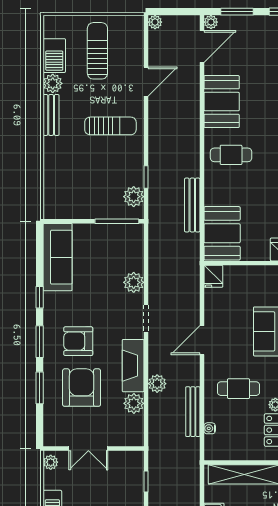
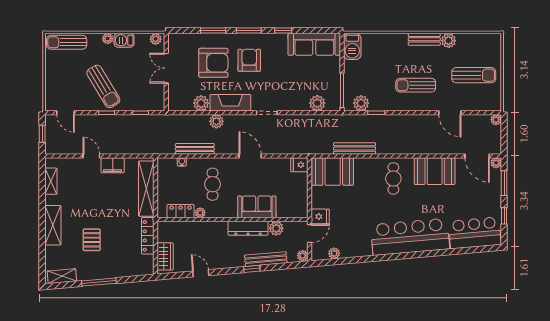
barbecue: (54, 56) -> (352, 47), moved, turned -90
sun lounger: (110, 126) -> (416, 85), turned 90
plant: (134, 282) -> (317, 103), moved

